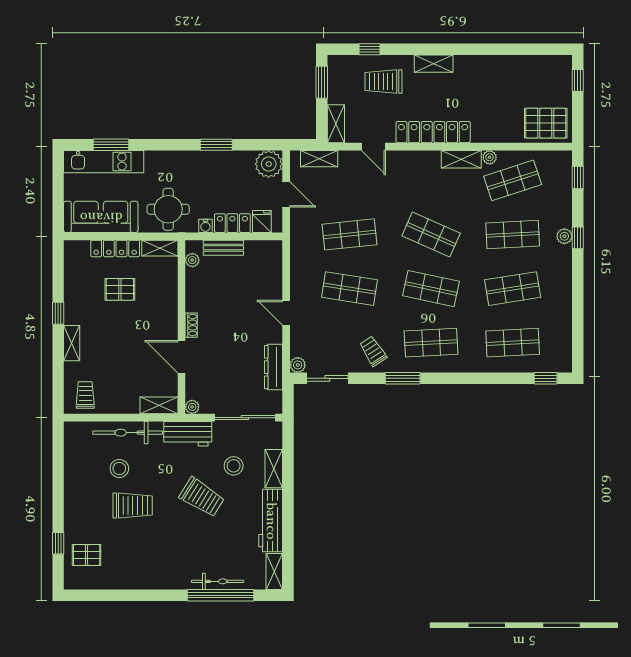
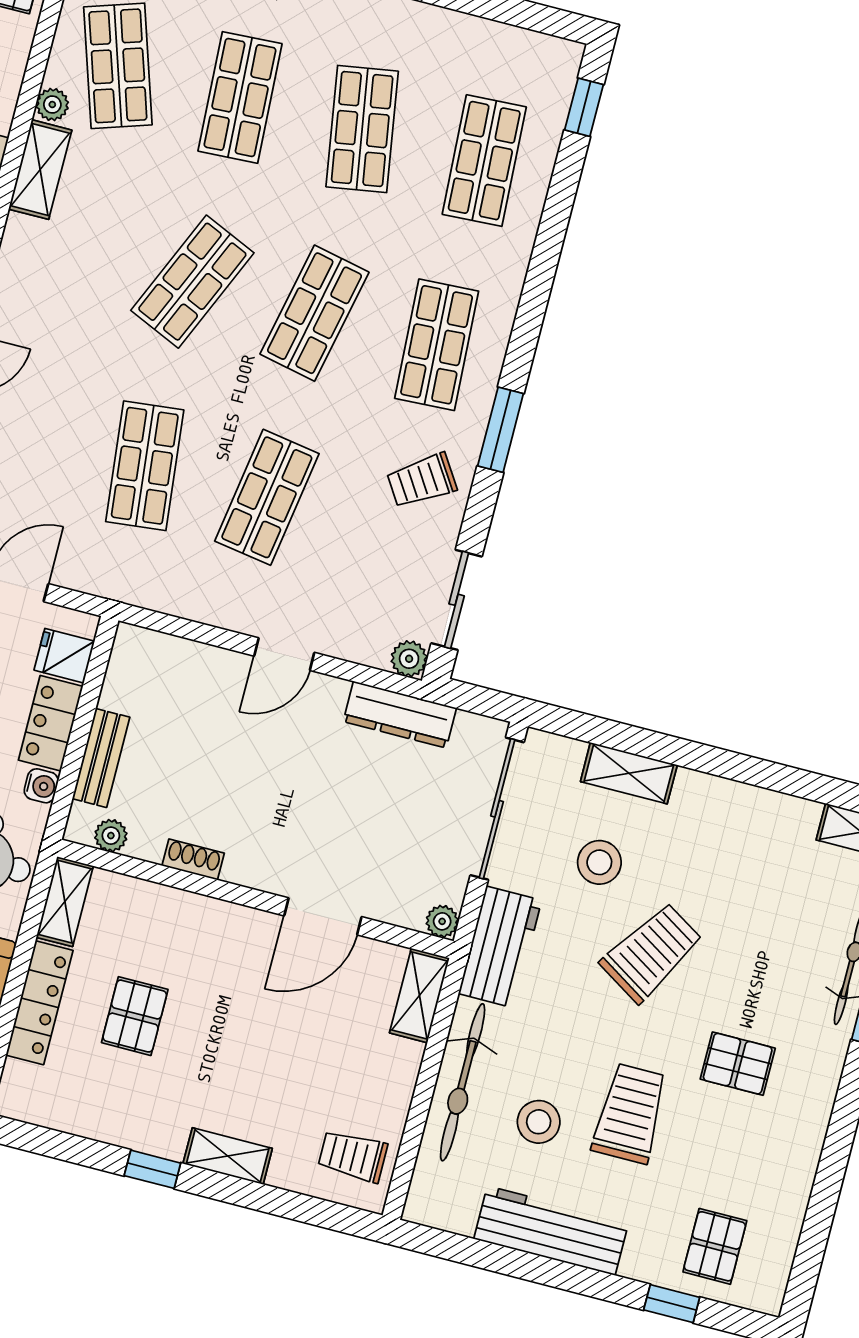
shoe rack: (191, 325) -> (193, 859), moved
workbench: (271, 521) -> (551, 1231), moved, turned 180
pallet: (165, 545) -> (738, 1064), added

